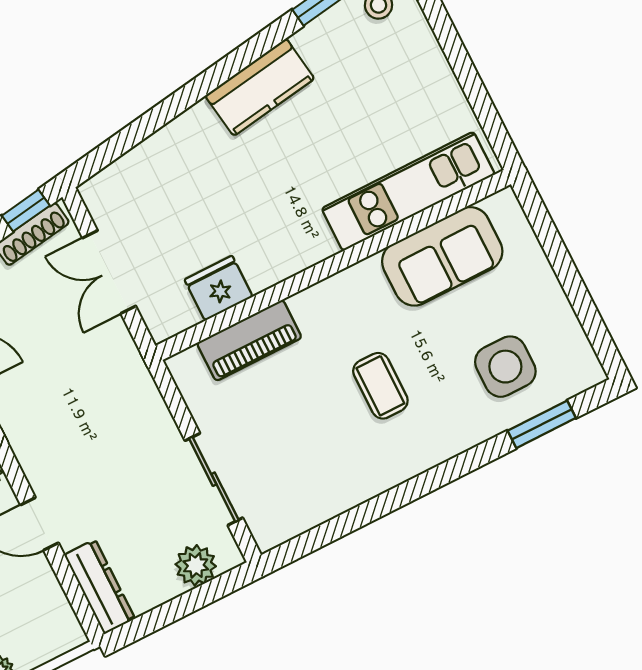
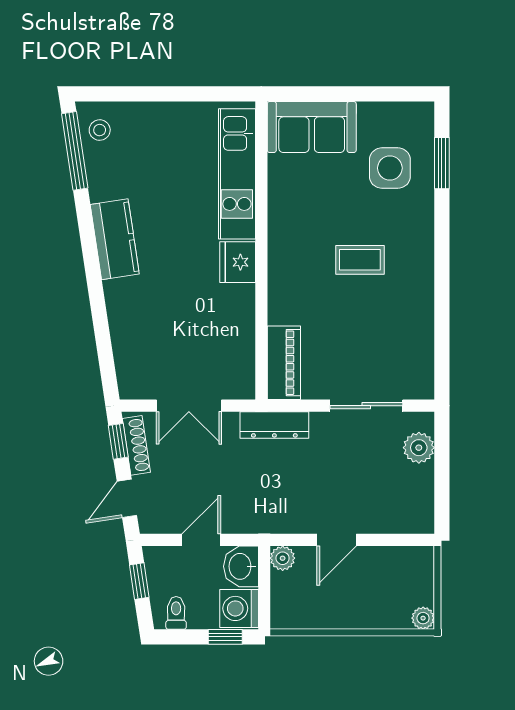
sofa: (442, 256) -> (312, 127), moved, turned 90
fridge: (219, 288) -> (238, 262), moved
piano: (249, 340) -> (284, 363), moved
dresser: (100, 587) -> (274, 425), moved, turned 180

